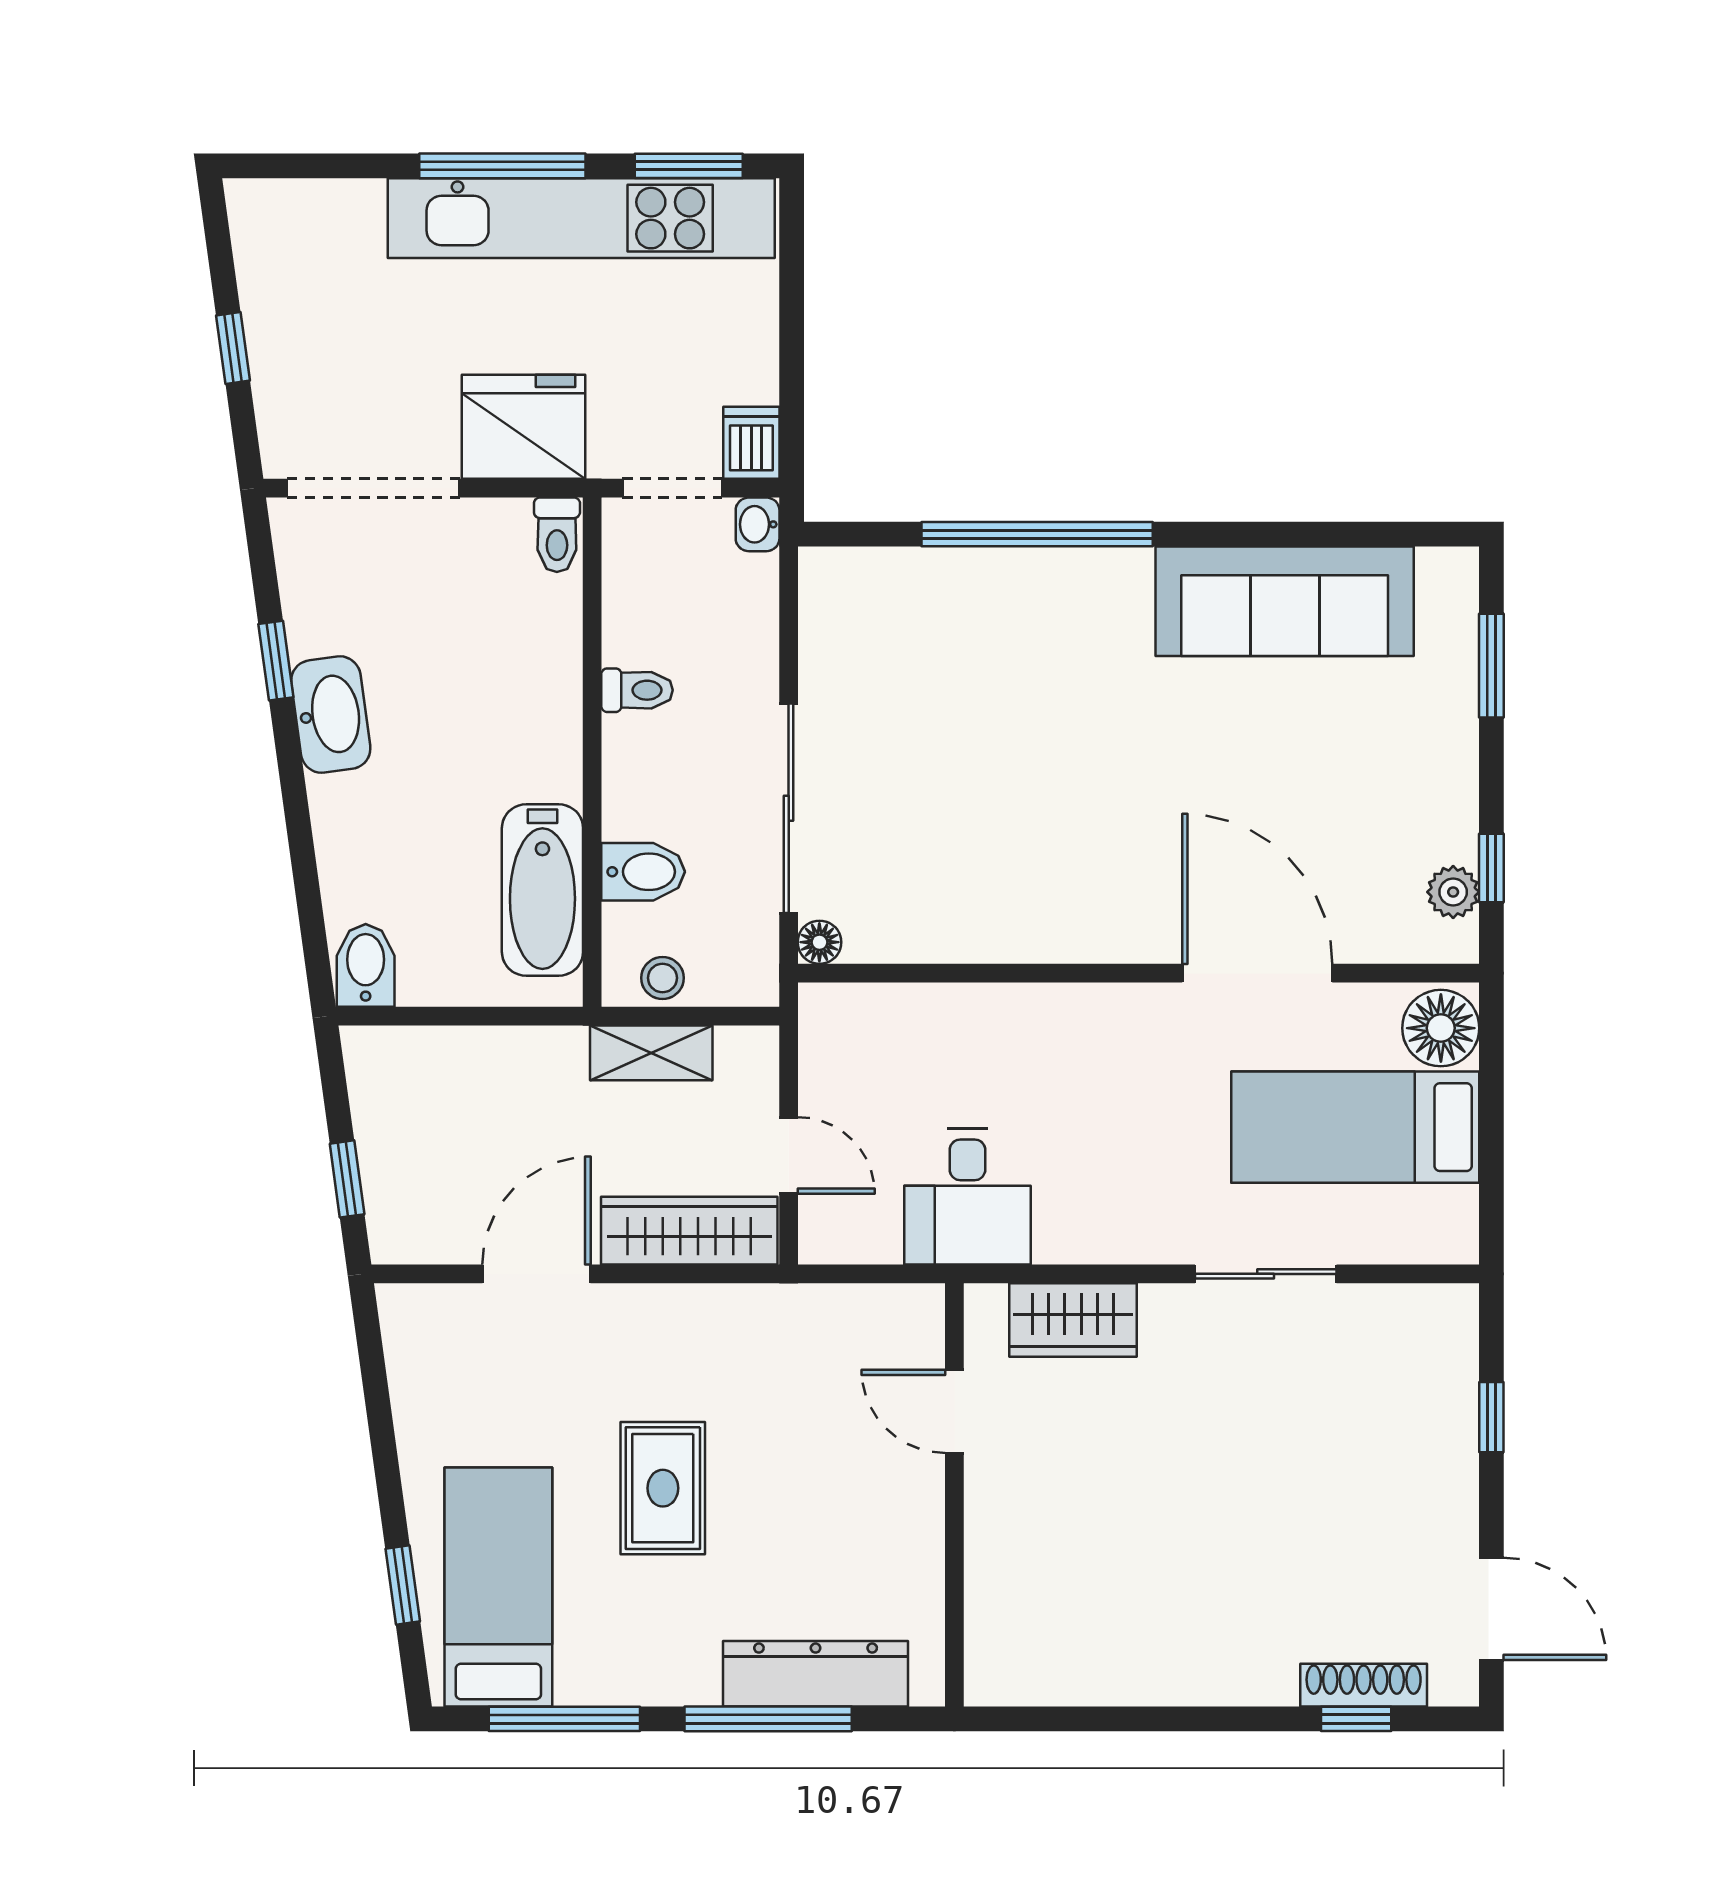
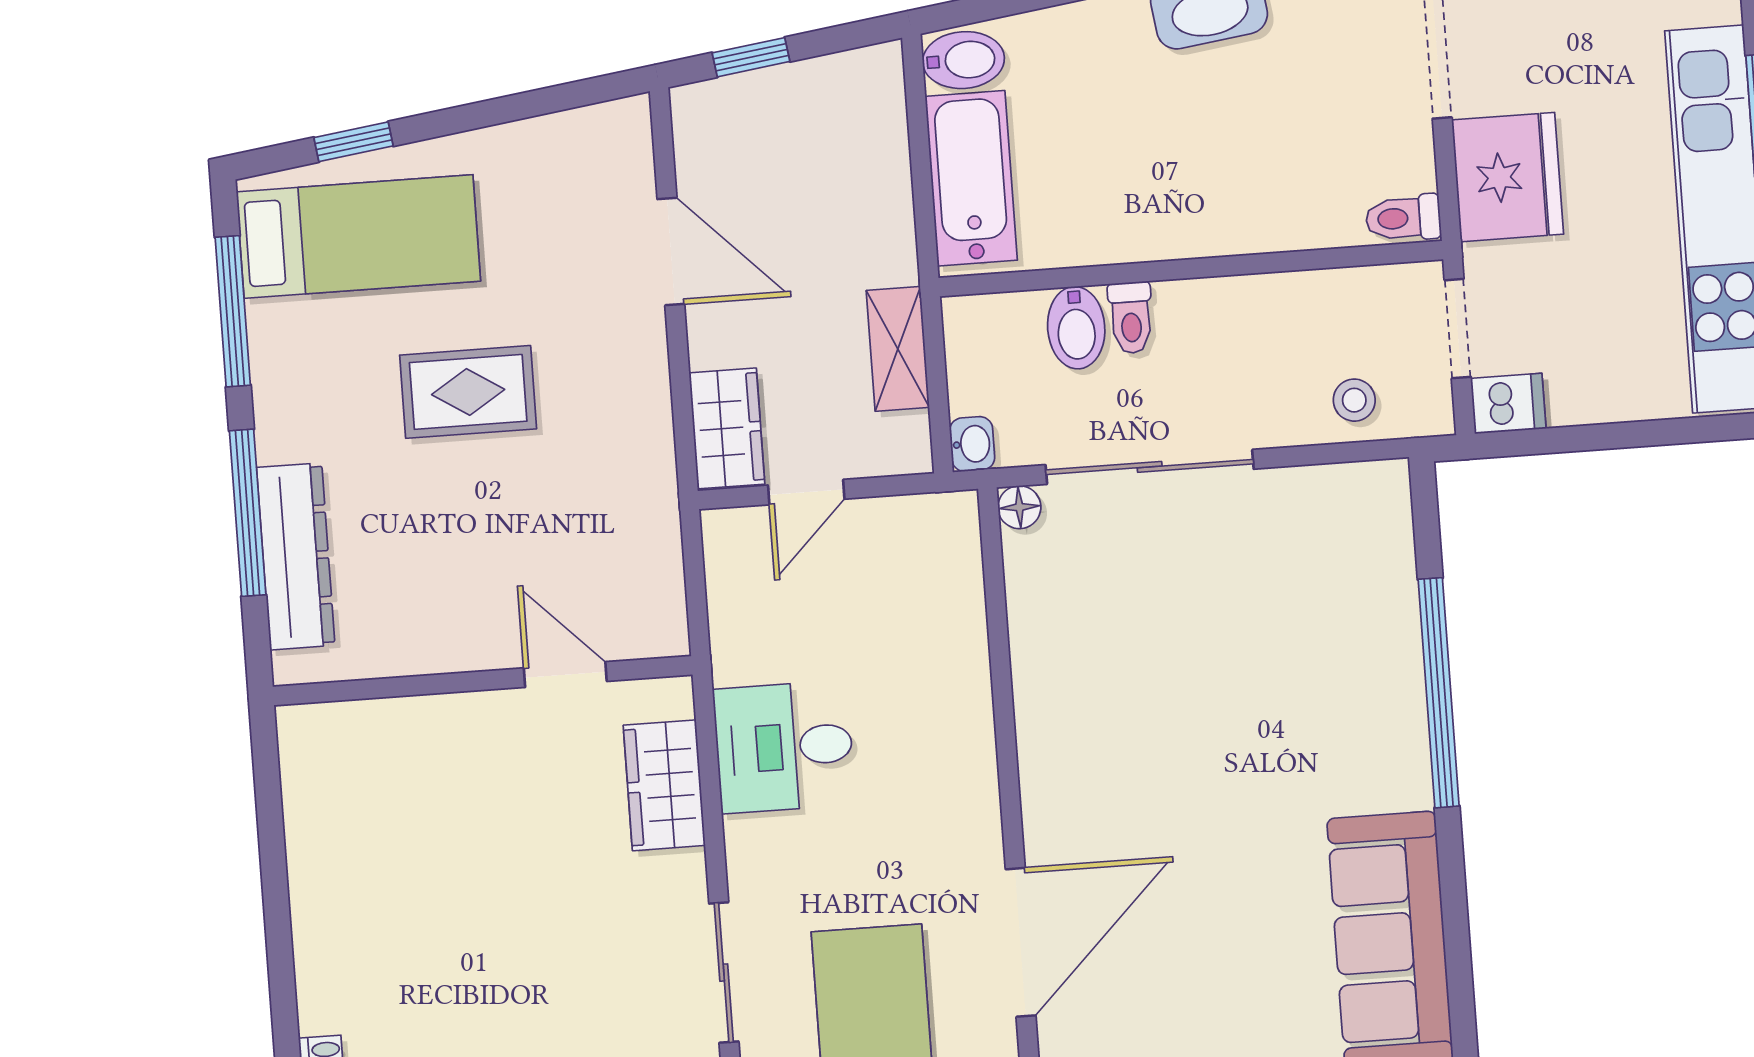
washbasin: (758, 524) -> (972, 444), moved, turned 90
toilet: (637, 690) -> (1131, 318), moved
bathtub: (542, 890) -> (971, 178), moved, turned 90
stool: (662, 978) -> (1354, 400), moved
desk: (967, 1197) -> (784, 747), moved
wardrobe: (689, 1231) -> (727, 428), width x0.67
door: (954, 1411) -> (565, 675), hinge flipped

